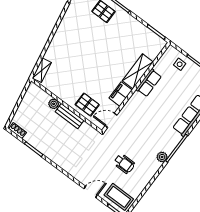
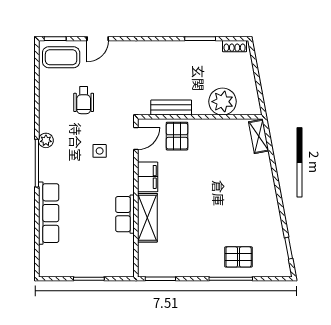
side table: (180, 64) -> (100, 151), moved
plant: (54, 104) -> (223, 102), width x1.87, depth x1.87
pallet: (87, 105) -> (177, 136), turned 90
bench: (70, 116) -> (171, 108), moved
wheelchair: (124, 164) -> (84, 100), turned -90

